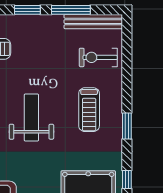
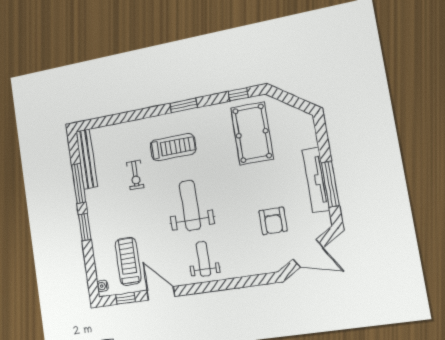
exercise bike: (98, 57) -> (135, 175), moved, width x0.73, depth x0.72
weight bench: (31, 117) -> (190, 205), turned 90

